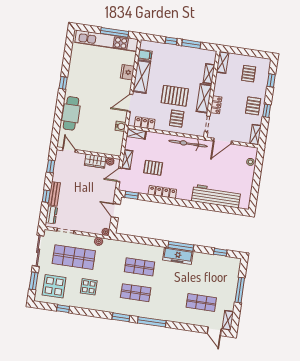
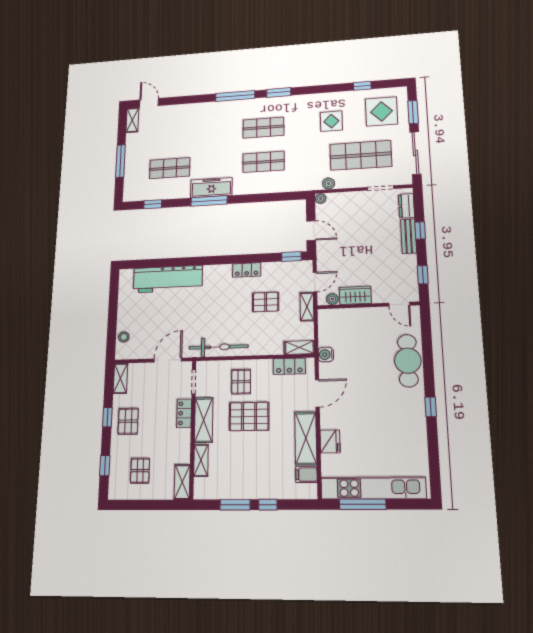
locker: (162, 192) -> (247, 270), width x0.66
shop shelf: (201, 302) -> (170, 168), moved

